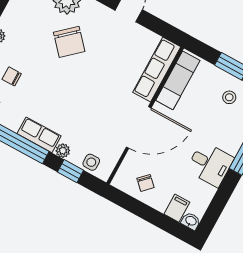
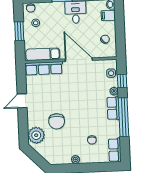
chair: (69, 42) -> (57, 121), turned 132

